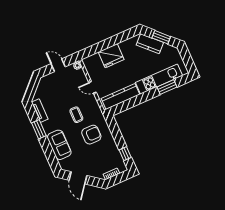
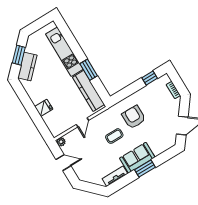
fridge: (111, 56) -> (44, 108), width x0.53, depth x0.75
door: (58, 65) -> (63, 163), swing flipped
window: (167, 87) -> (89, 70), moved
window: (39, 129) -> (145, 169), moved
sofa: (59, 145) -> (137, 158), moved

